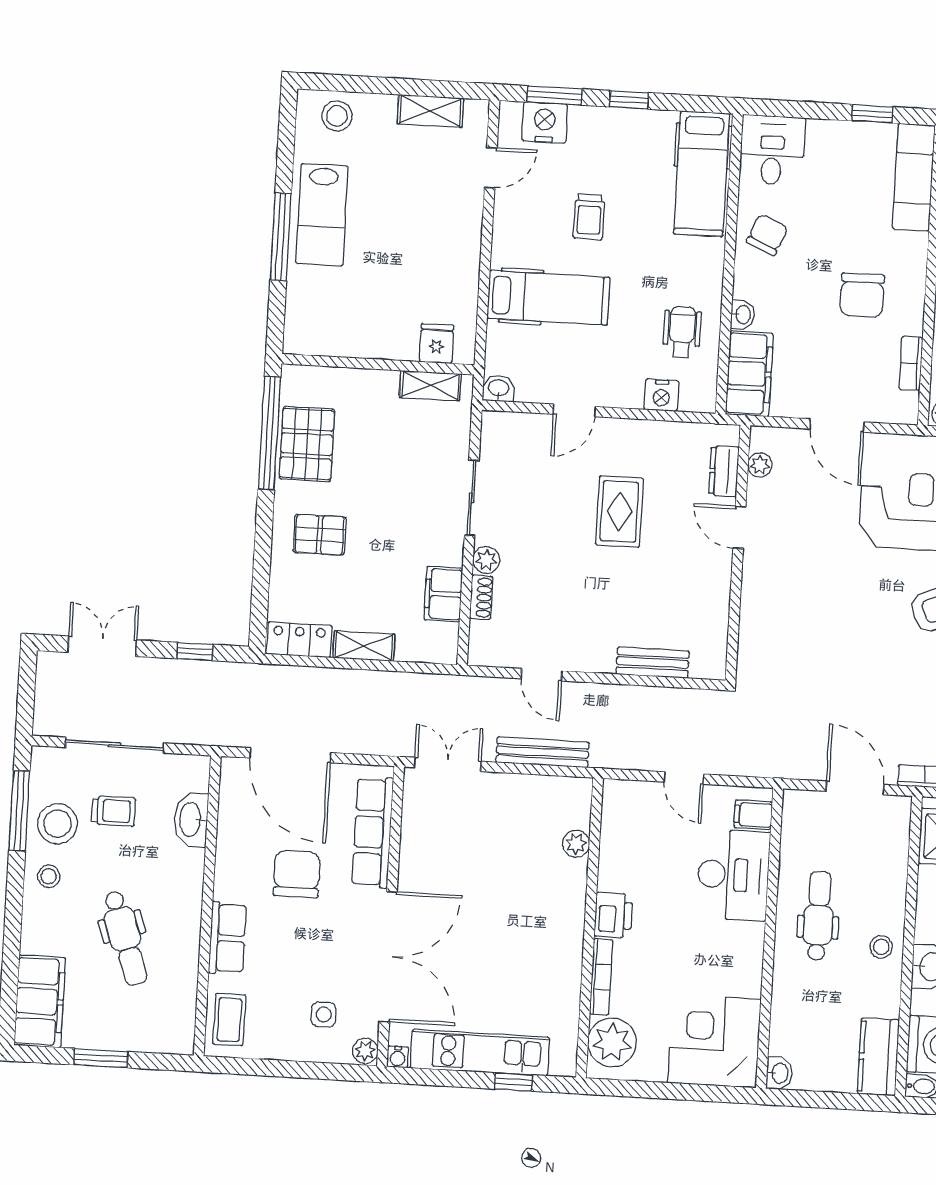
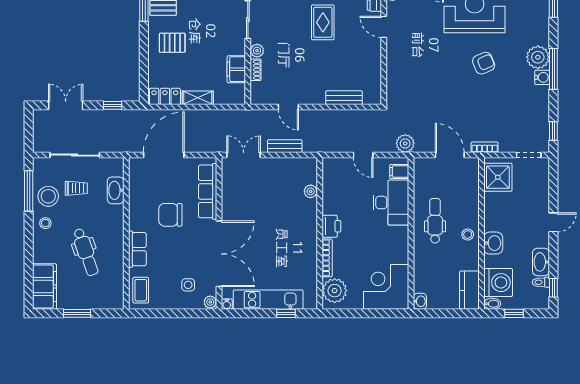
bench: (542, 752) -> (285, 146), width x0.73
door: (290, 755) -> (164, 155), swing flipped
plant: (768, 760) -> (405, 143), added
chair: (297, 874) -> (170, 215), turned -90

